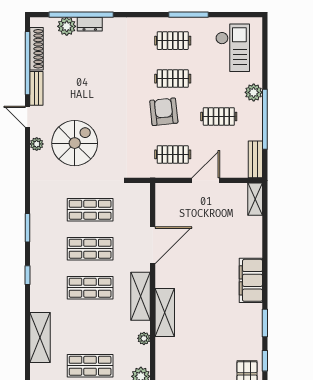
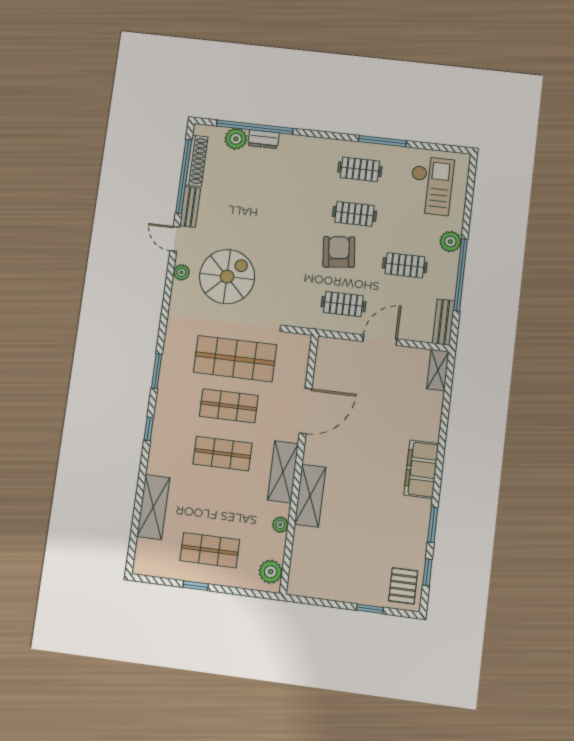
shop shelf: (90, 210) -> (235, 359), width x1.43, depth x1.36

